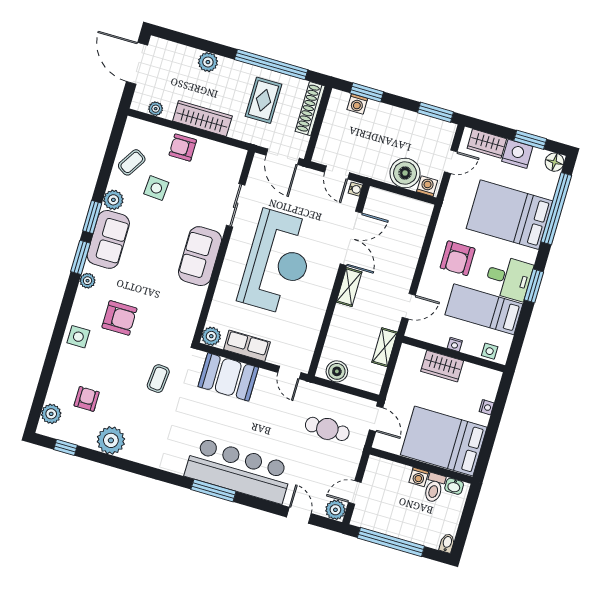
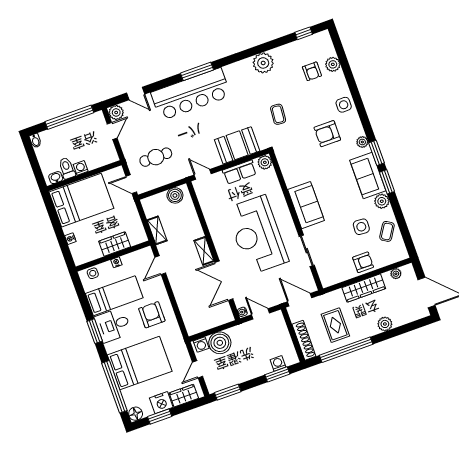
plant: (51, 414) -> (333, 64), moved
plant: (111, 440) -> (263, 63), moved

